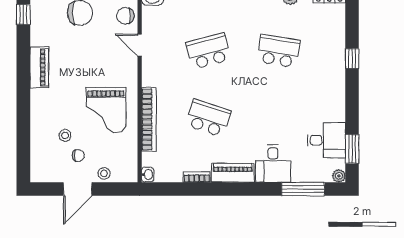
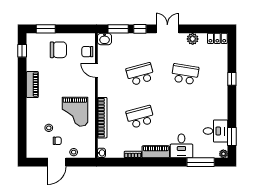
school desk: (208, 118) -> (140, 117), turned -33

